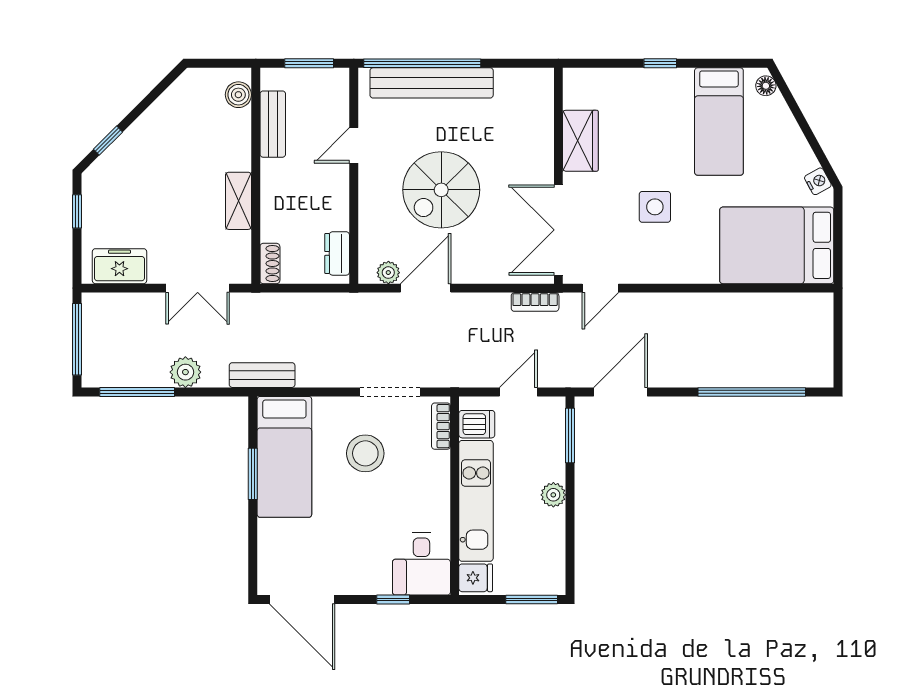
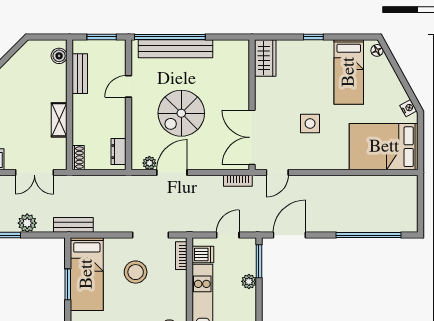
wardrobe: (580, 141) -> (265, 58), moved
plant: (553, 495) -> (249, 281), moved

